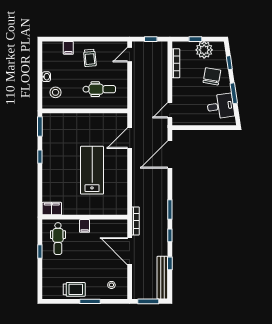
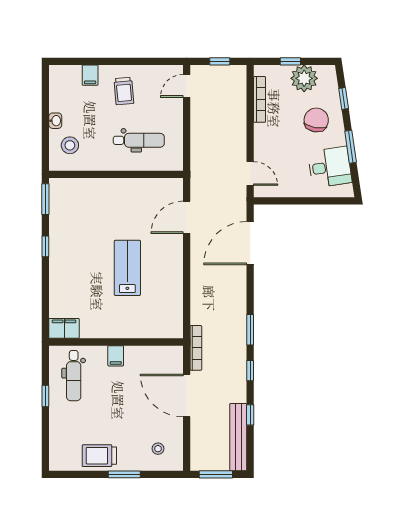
door: (170, 110) -> (250, 173), swing flipped
lab bench: (92, 170) -> (127, 268), width x0.73, depth x0.72
trolley: (74, 289) -> (99, 456), turned 180

